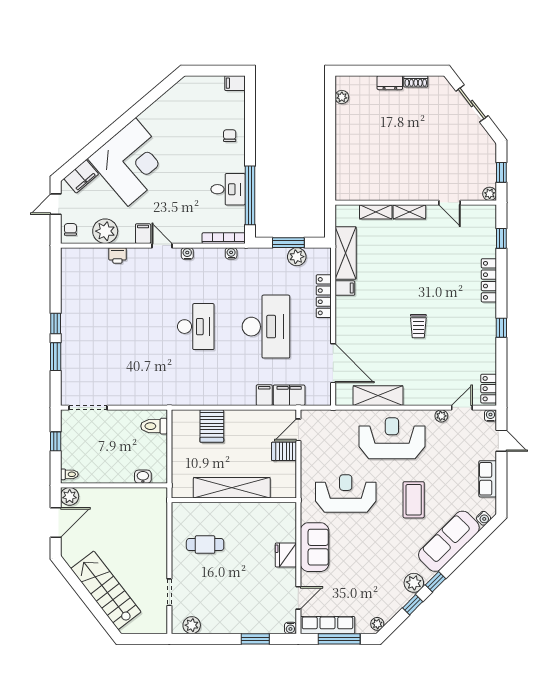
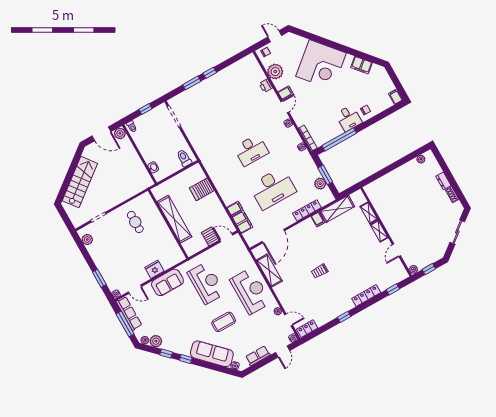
filing cabinet: (81, 176) -> (362, 65), moved
desk: (228, 189) -> (349, 118), moved
plant: (414, 583) -> (156, 341), moved

